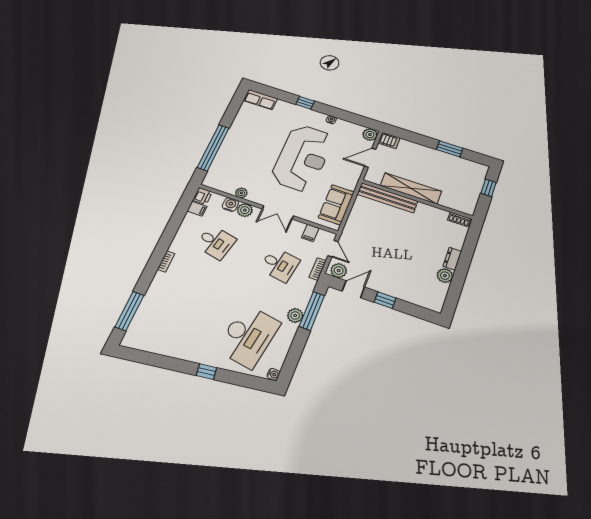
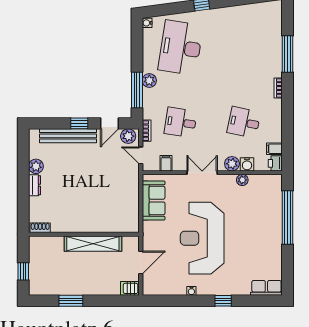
plant: (370, 135) -> (150, 288), removed
bench: (387, 198) -> (68, 136), moved
window: (129, 311) -> (288, 54), moved

